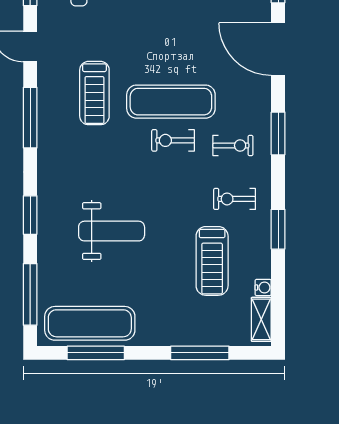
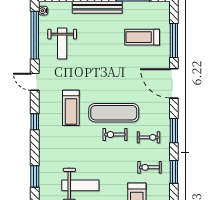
window: (30, 118) -> (35, 122), width x0.46
window: (278, 229) -> (174, 172), moved

